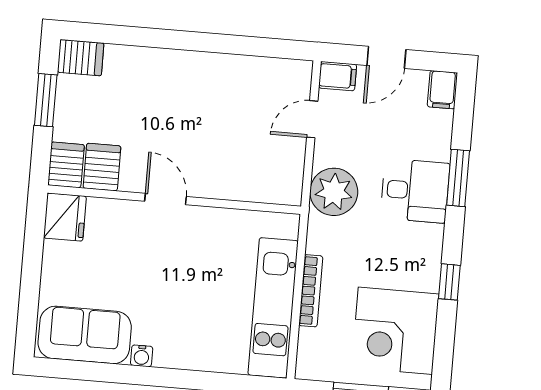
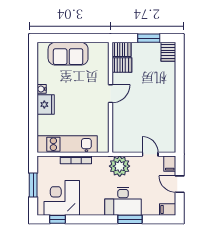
desk: (415, 191) -> (123, 201), width x1.37
fridge: (65, 217) -> (46, 104), moved, turned -90
window: (449, 282) -> (57, 219), moved
sofa: (85, 335) -> (68, 54), moved, turned 90

